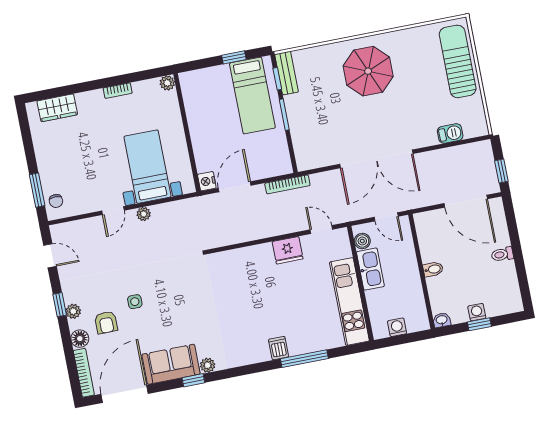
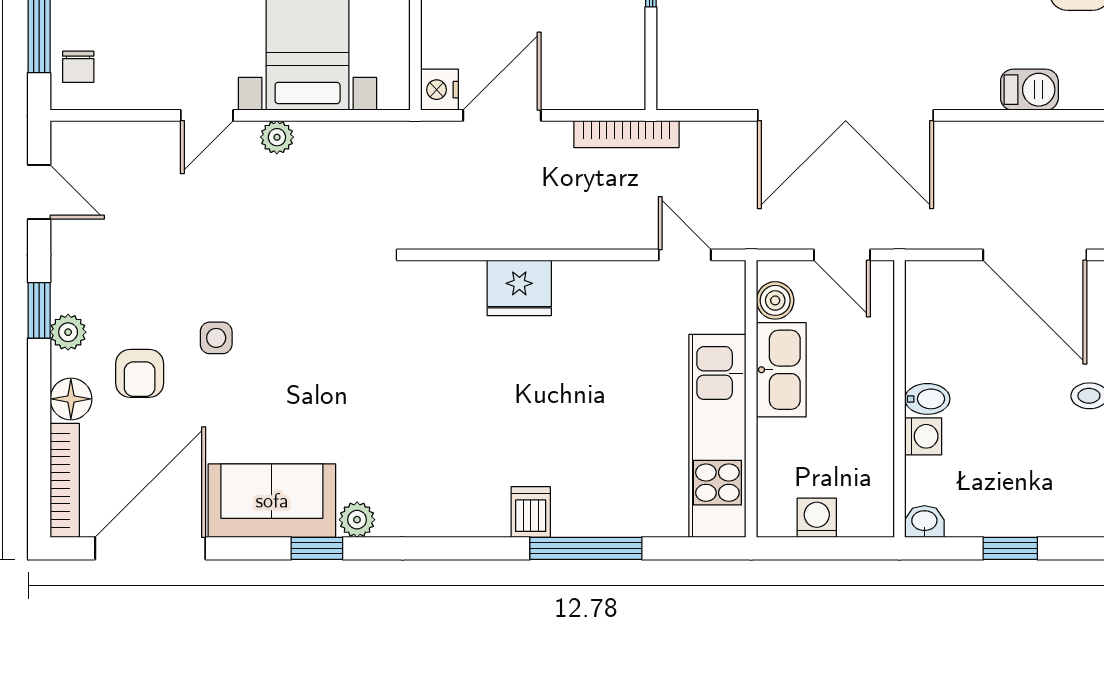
fridge: (288, 250) -> (519, 288), moved
washing machine: (477, 312) -> (923, 436), moved, turned 90

